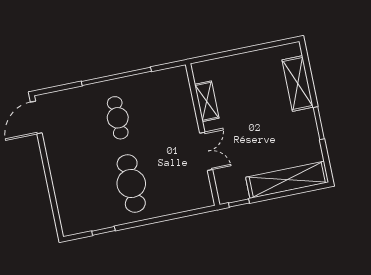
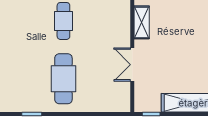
double door: (206, 151) -> (132, 65), swing flipped

